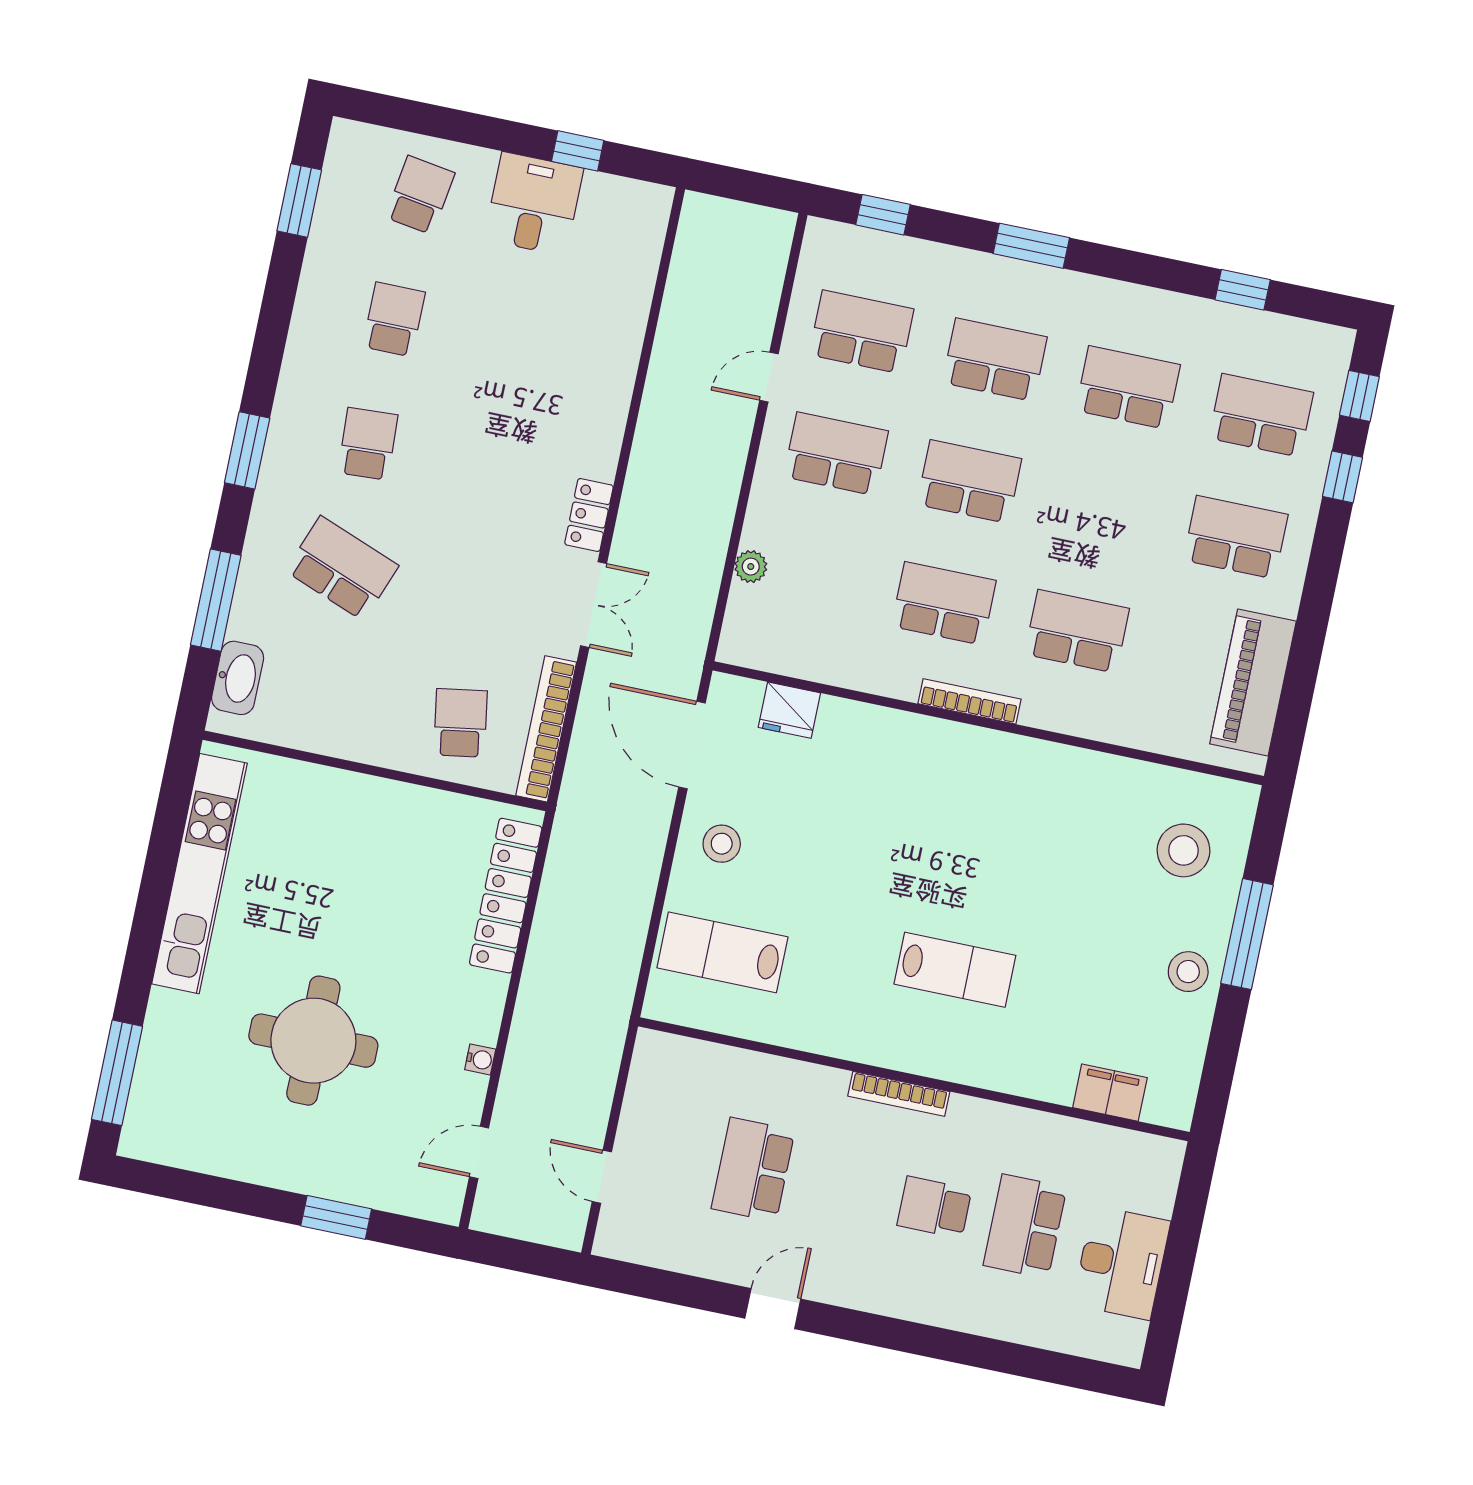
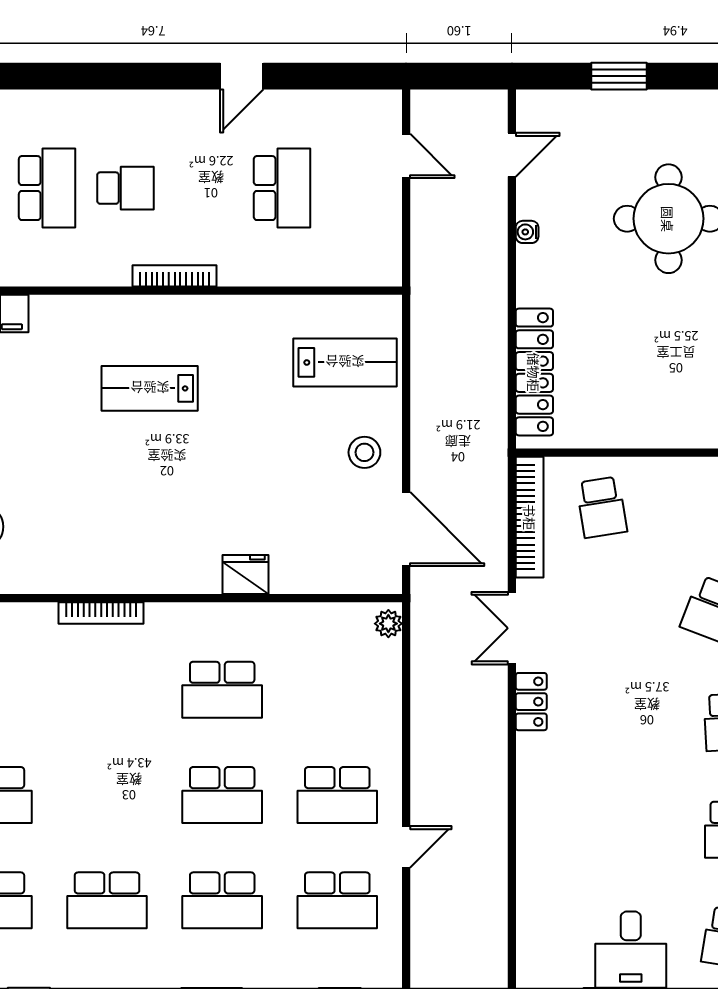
plant: (751, 567) -> (388, 624), moved
school desk: (1077, 631) -> (107, 690), removed
bookcase: (970, 701) -> (101, 613), moved
fridge: (789, 710) -> (245, 575), moved

